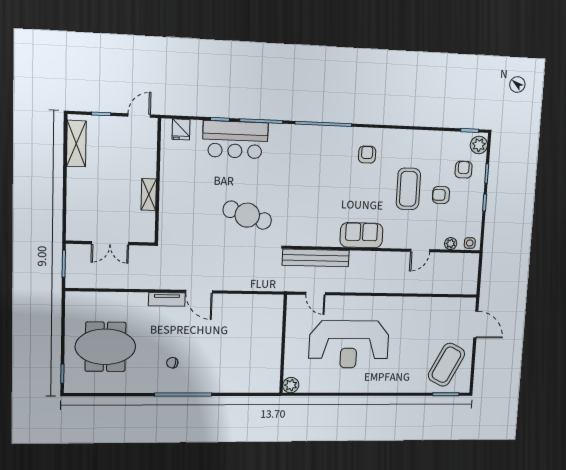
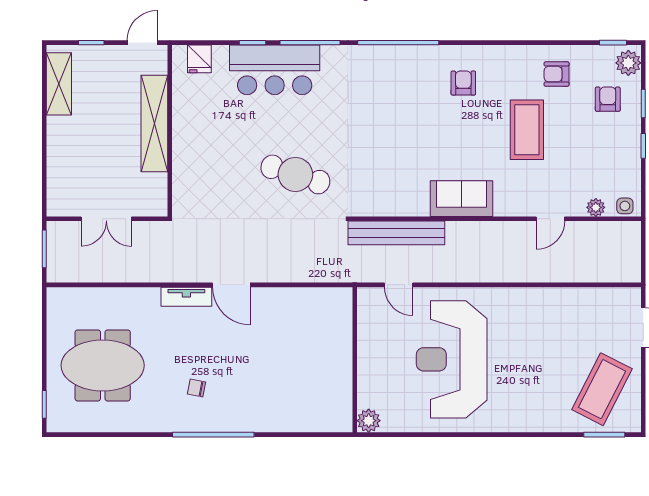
shelving: (149, 195) -> (154, 123), width x2.20, depth x1.33
armchair: (441, 195) -> (557, 74), moved
reception desk: (349, 344) -> (452, 359), turned 90

